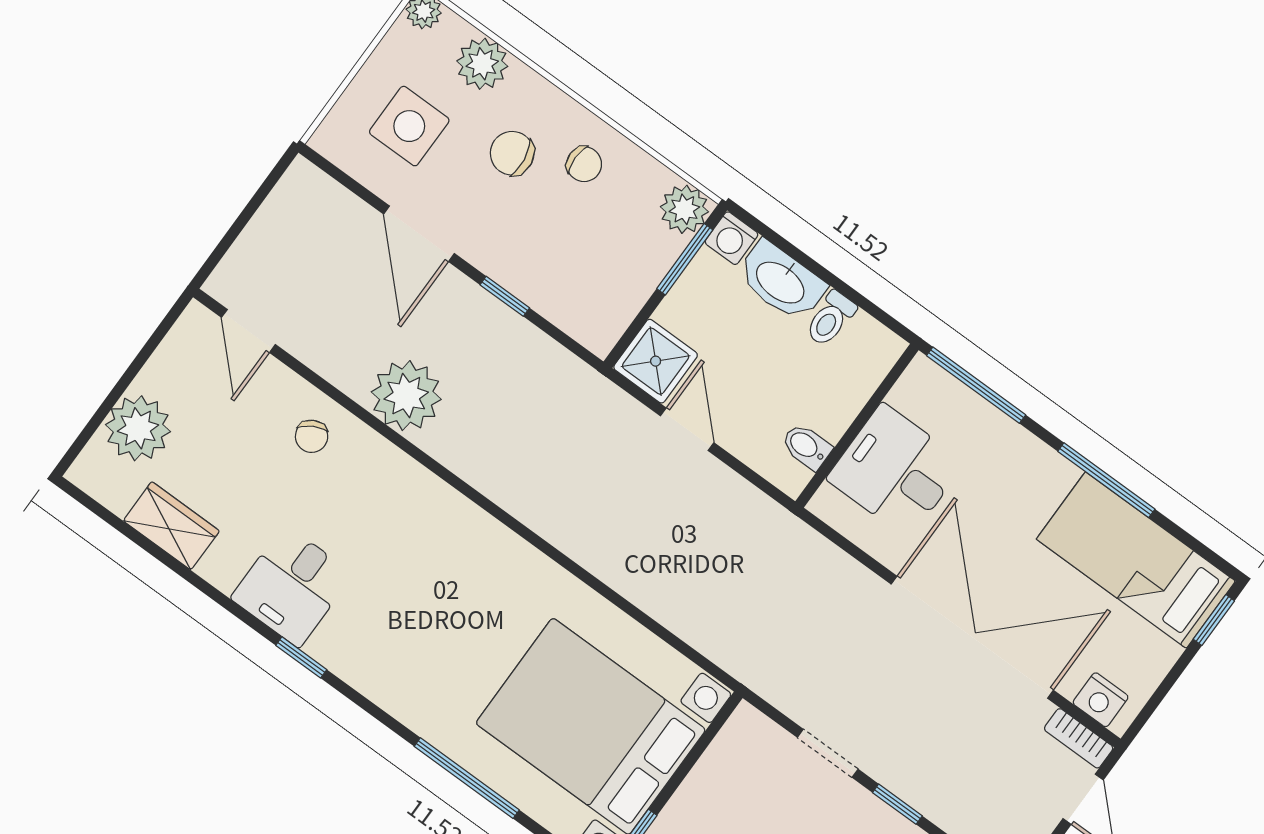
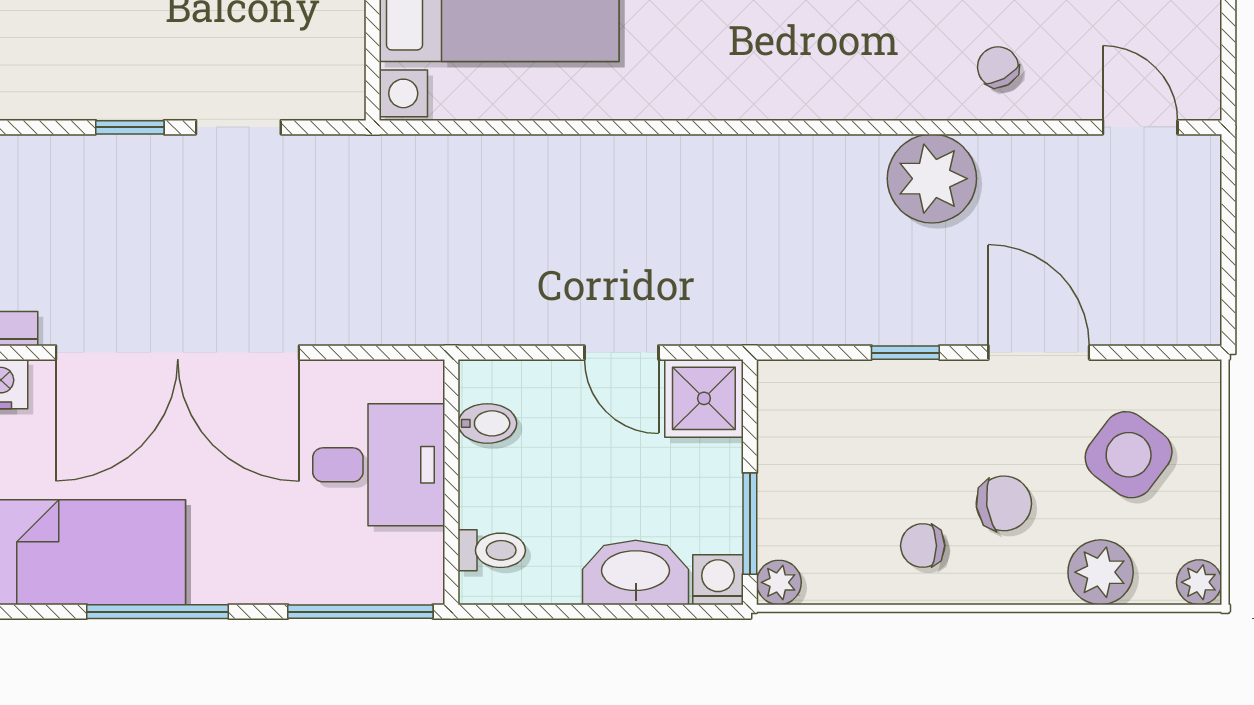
side table: (409, 126) -> (1129, 455), turned 37
plant: (684, 209) -> (779, 582), width x0.73, depth x0.73
toilet: (831, 319) -> (492, 550), moved, turned 90

